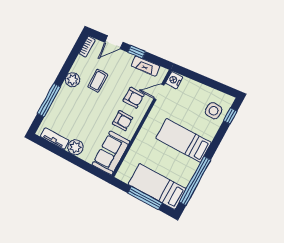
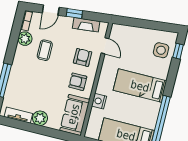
plant: (72, 80) -> (25, 39), moved
nightstand: (174, 80) -> (99, 101), moved
door: (159, 92) -> (105, 46), swing flipped
armchair: (134, 98) -> (83, 57), turned -90
armchair: (122, 121) -> (78, 82), turned 180

